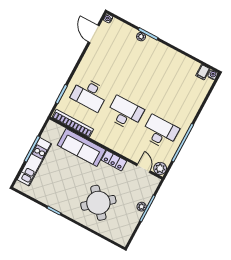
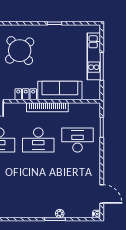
bookcase: (73, 123) -> (47, 107), moved

